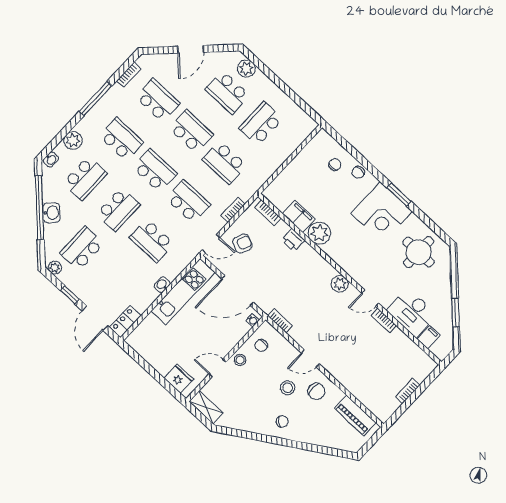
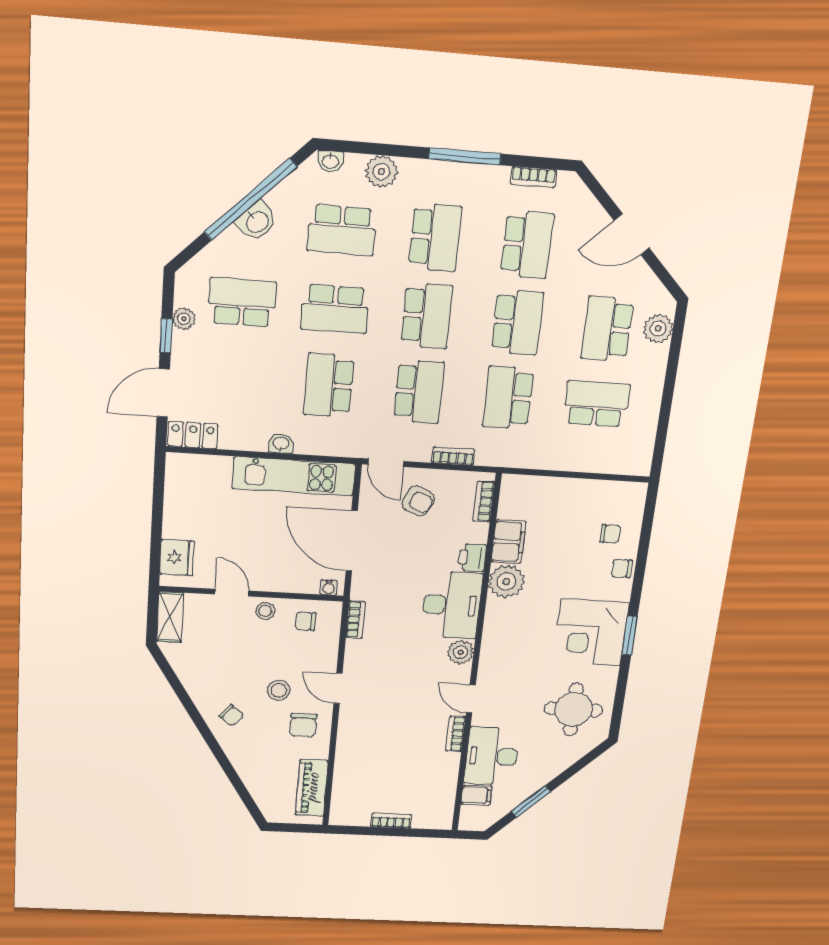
plant: (55, 268) -> (184, 319), moved
desk: (310, 269) -> (452, 605), added

